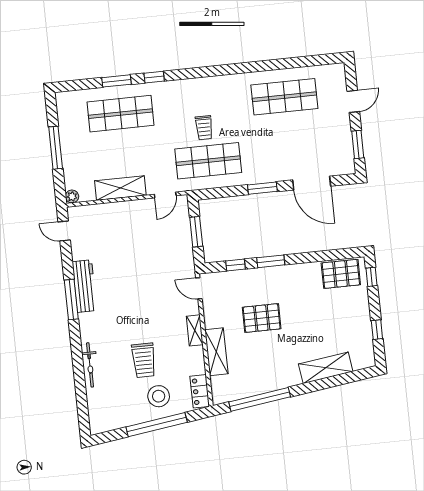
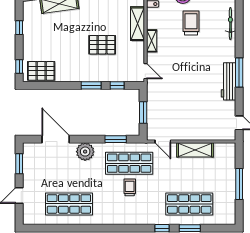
window: (262, 188) -> (116, 139), moved
door: (165, 195) -> (163, 141), swing flipped
plant: (72, 196) -> (85, 152), moved, width x1.87, depth x1.87

